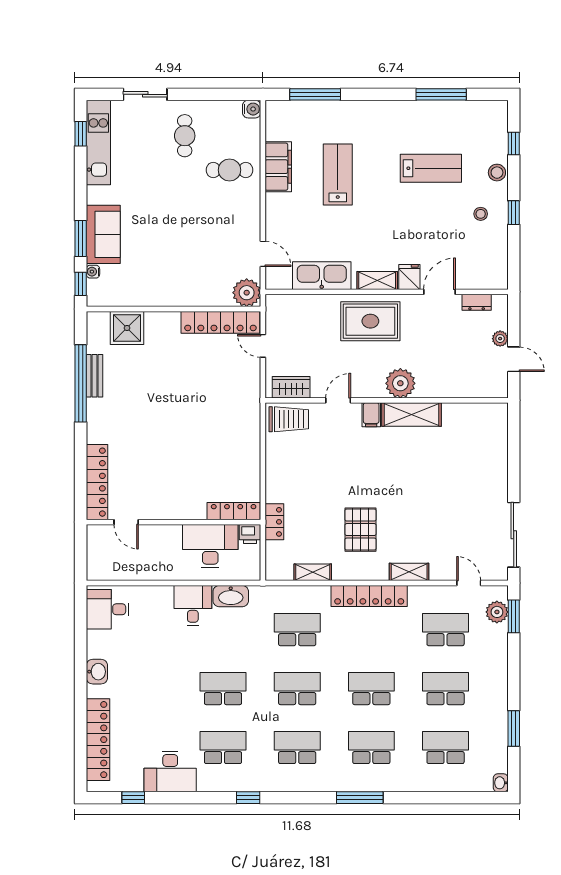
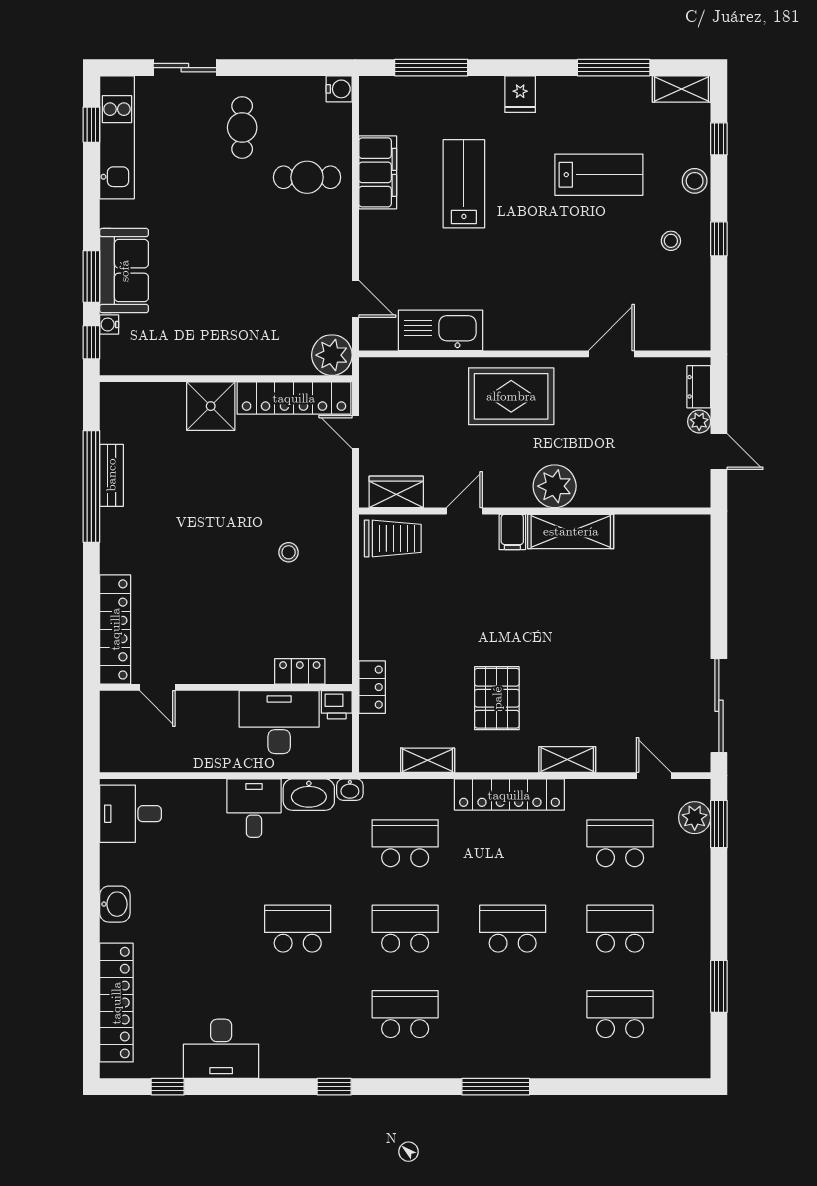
fridge: (409, 277) -> (520, 94), moved, turned 180
shelving: (377, 281) -> (681, 89), moved
dresser: (477, 302) -> (699, 387), moved, turned 90
shower: (127, 328) -> (211, 406), moved
stool: (217, 429) -> (289, 552), added
locker: (234, 511) -> (300, 671), width x0.66
school desk: (223, 748) -> (298, 1014), removed
school desk: (371, 748) -> (513, 1014), removed
washbasin: (501, 783) -> (350, 790), moved, turned -90

